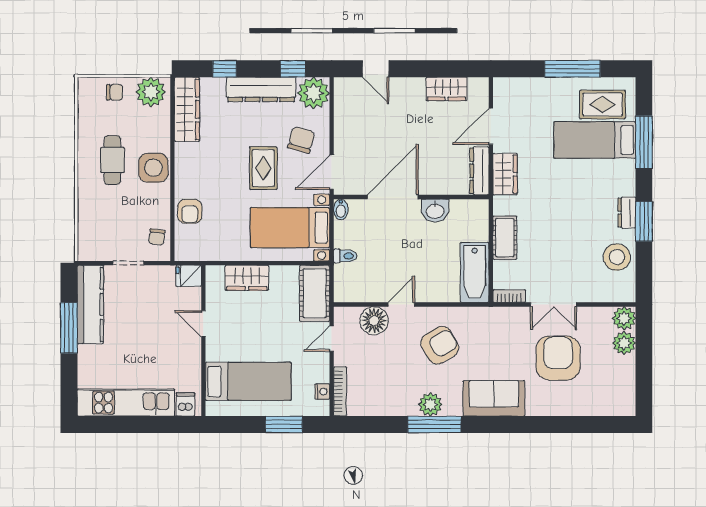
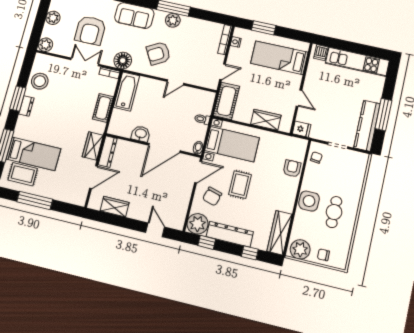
floor lamp: (374, 321) -> (123, 61), moved
plant: (624, 343) -> (53, 18), moved

